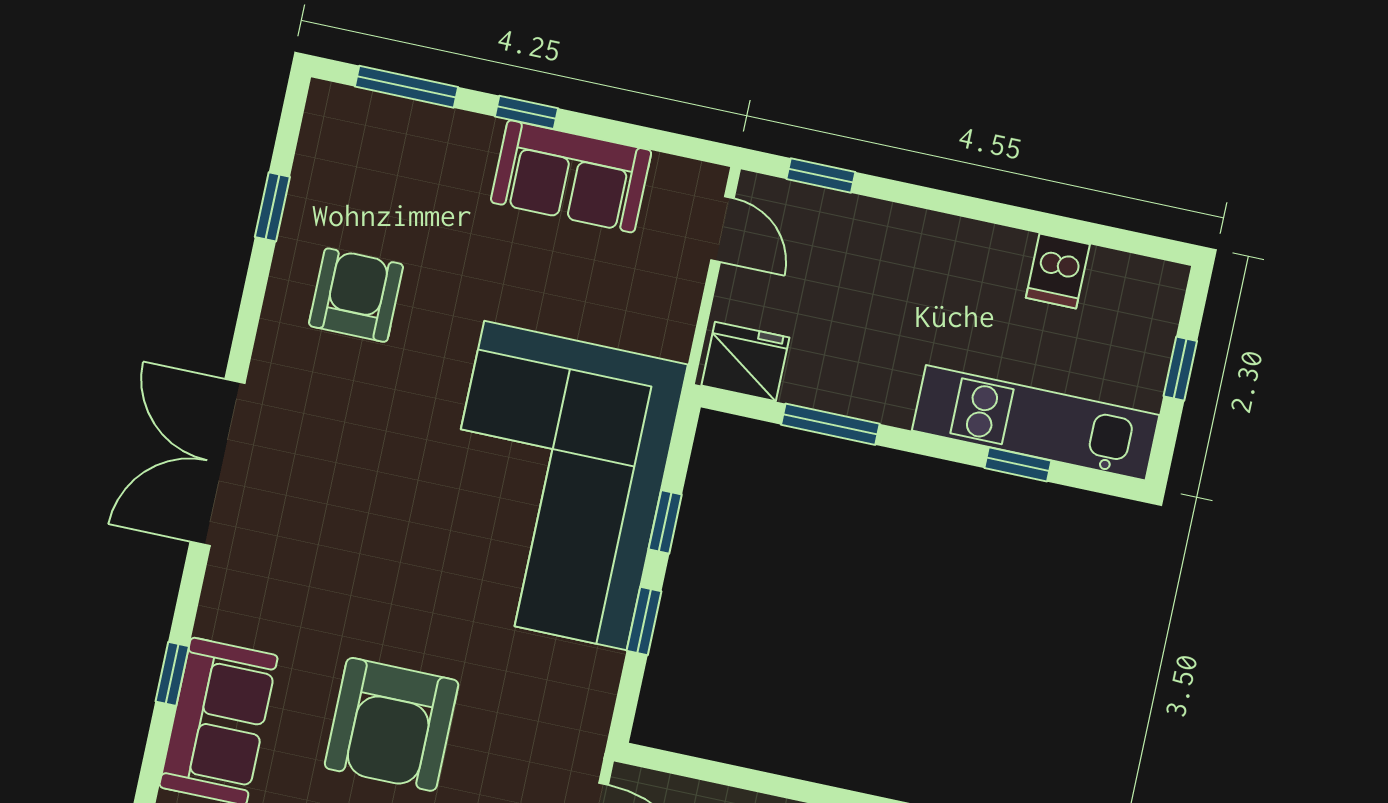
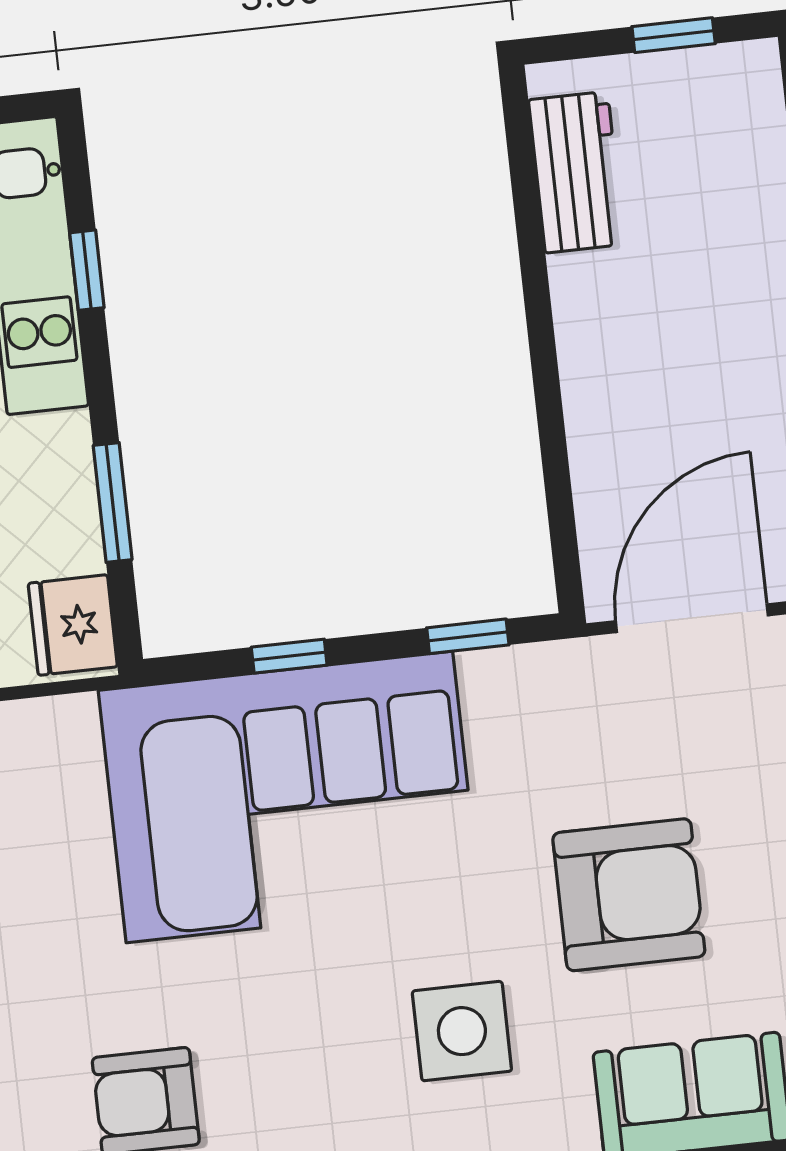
side table: (329, 559) -> (462, 1031), added
window: (644, 621) -> (468, 636), moved

